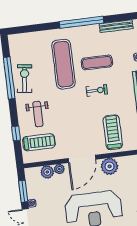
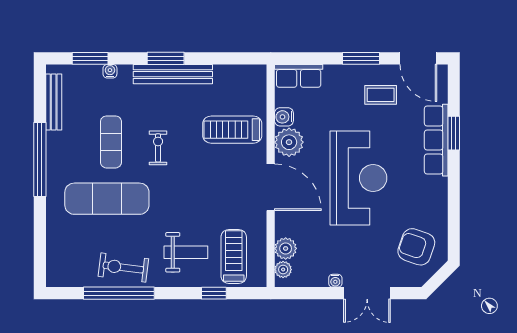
water cooler: (124, 162) -> (284, 117), added
plant: (59, 169) -> (283, 270), moved
window: (23, 191) -> (313, 293), removed

